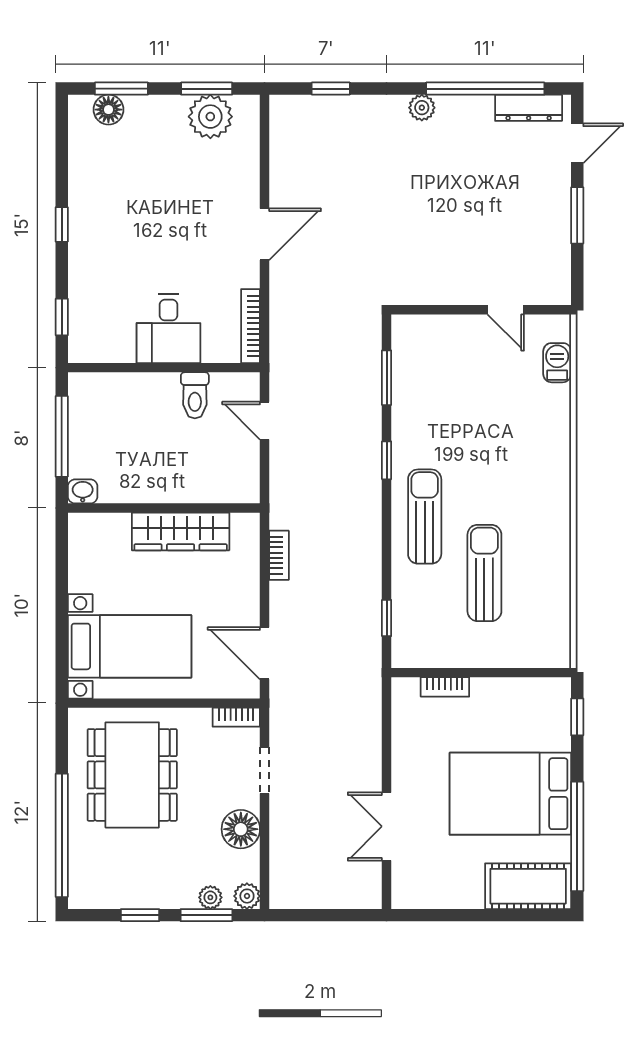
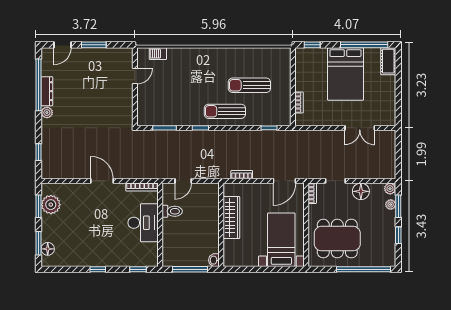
dresser: (529, 108) -> (47, 91), moved
door: (577, 143) -> (62, 45), swing flipped
desk: (168, 329) -> (143, 223), width x1.37
cot: (528, 886) -> (388, 61), width x0.73, depth x0.75

